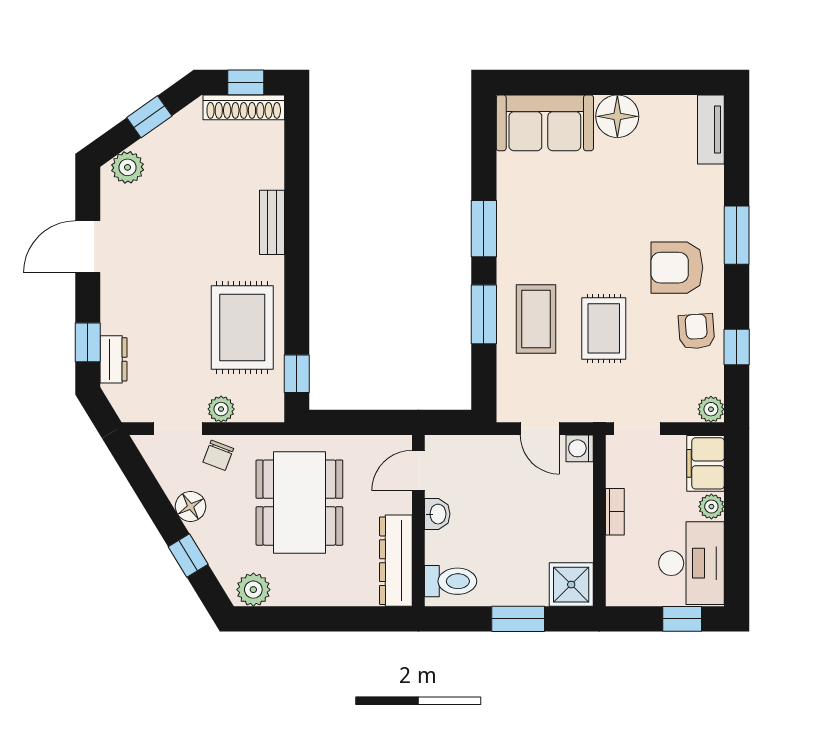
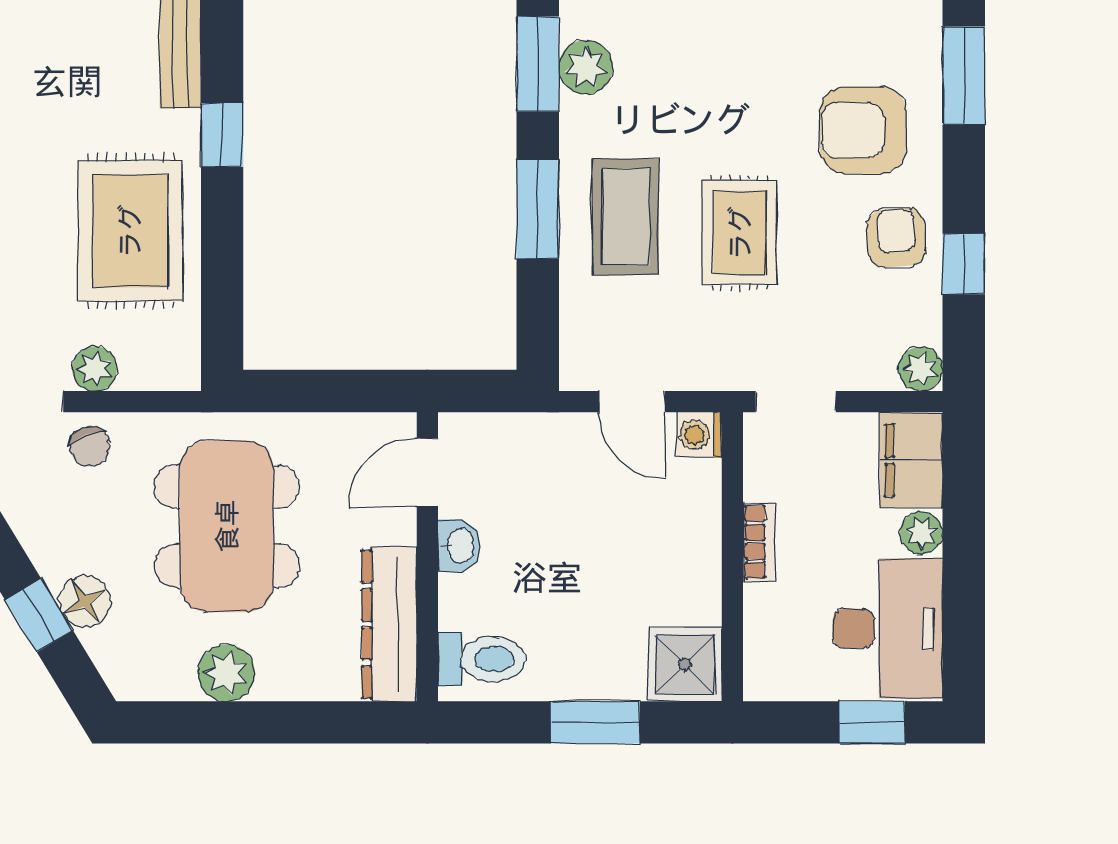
plant: (512, 230) -> (586, 67), added
window: (297, 374) -> (222, 135), moved
chair: (218, 455) -> (90, 446), turned -42
floor lamp: (191, 506) -> (85, 601), moved
plant: (253, 590) -> (226, 673), moved

